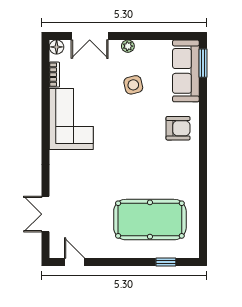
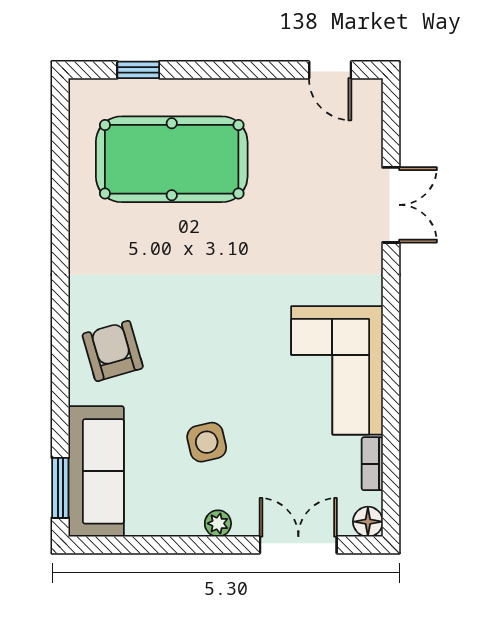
armchair: (178, 128) -> (113, 351), turned 74
double door: (45, 214) -> (391, 205), moved

